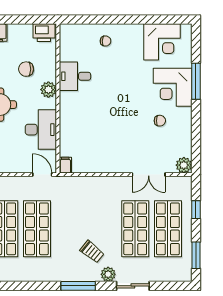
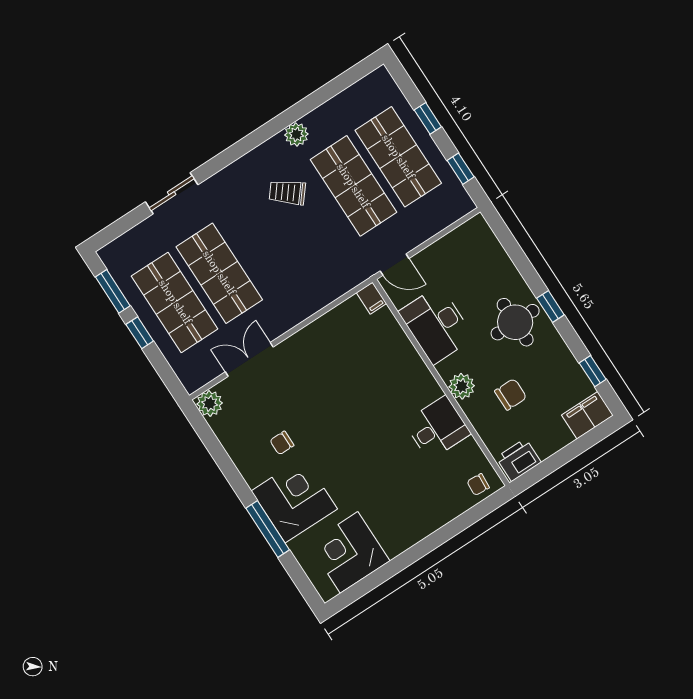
chair: (105, 41) -> (478, 484), moved
window: (196, 210) -> (140, 333), moved
trolley: (92, 252) -> (287, 192), moved
plant: (108, 274) -> (296, 134), moved
window: (78, 286) -> (246, 145), removed

